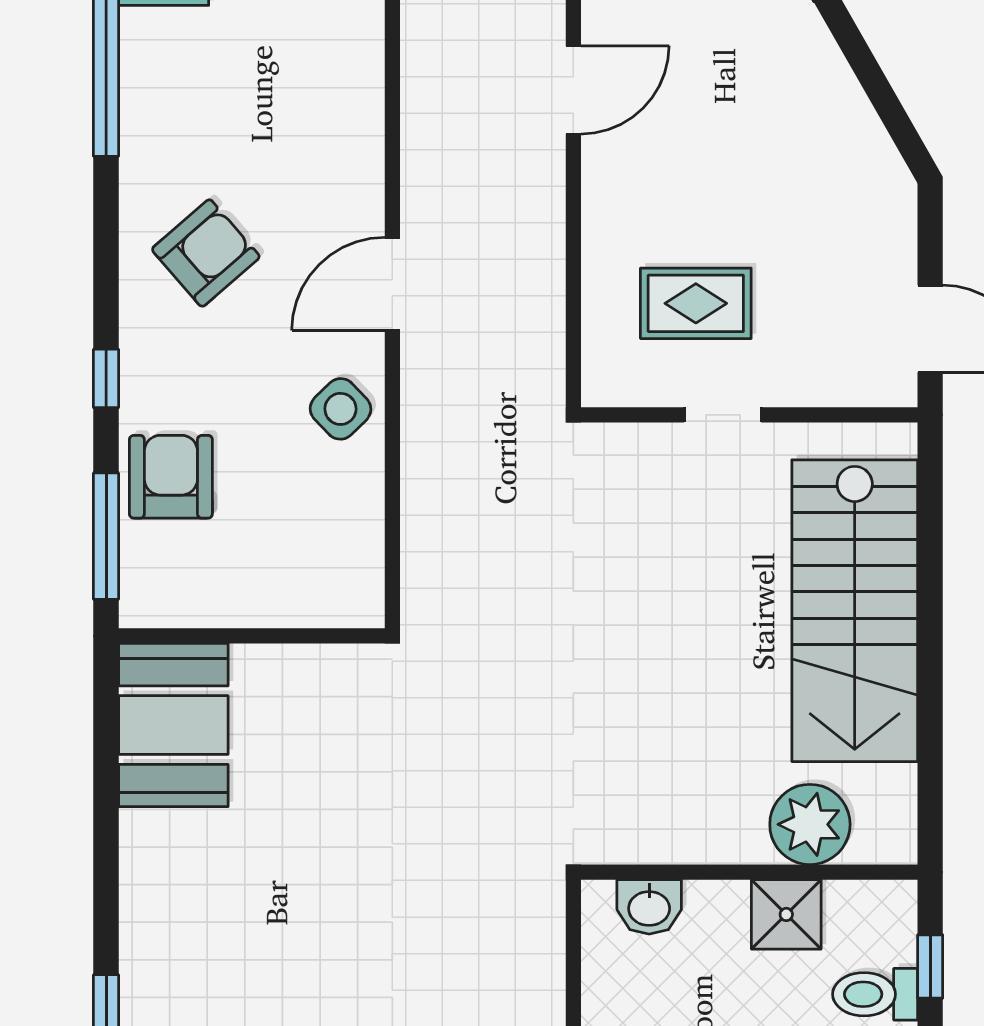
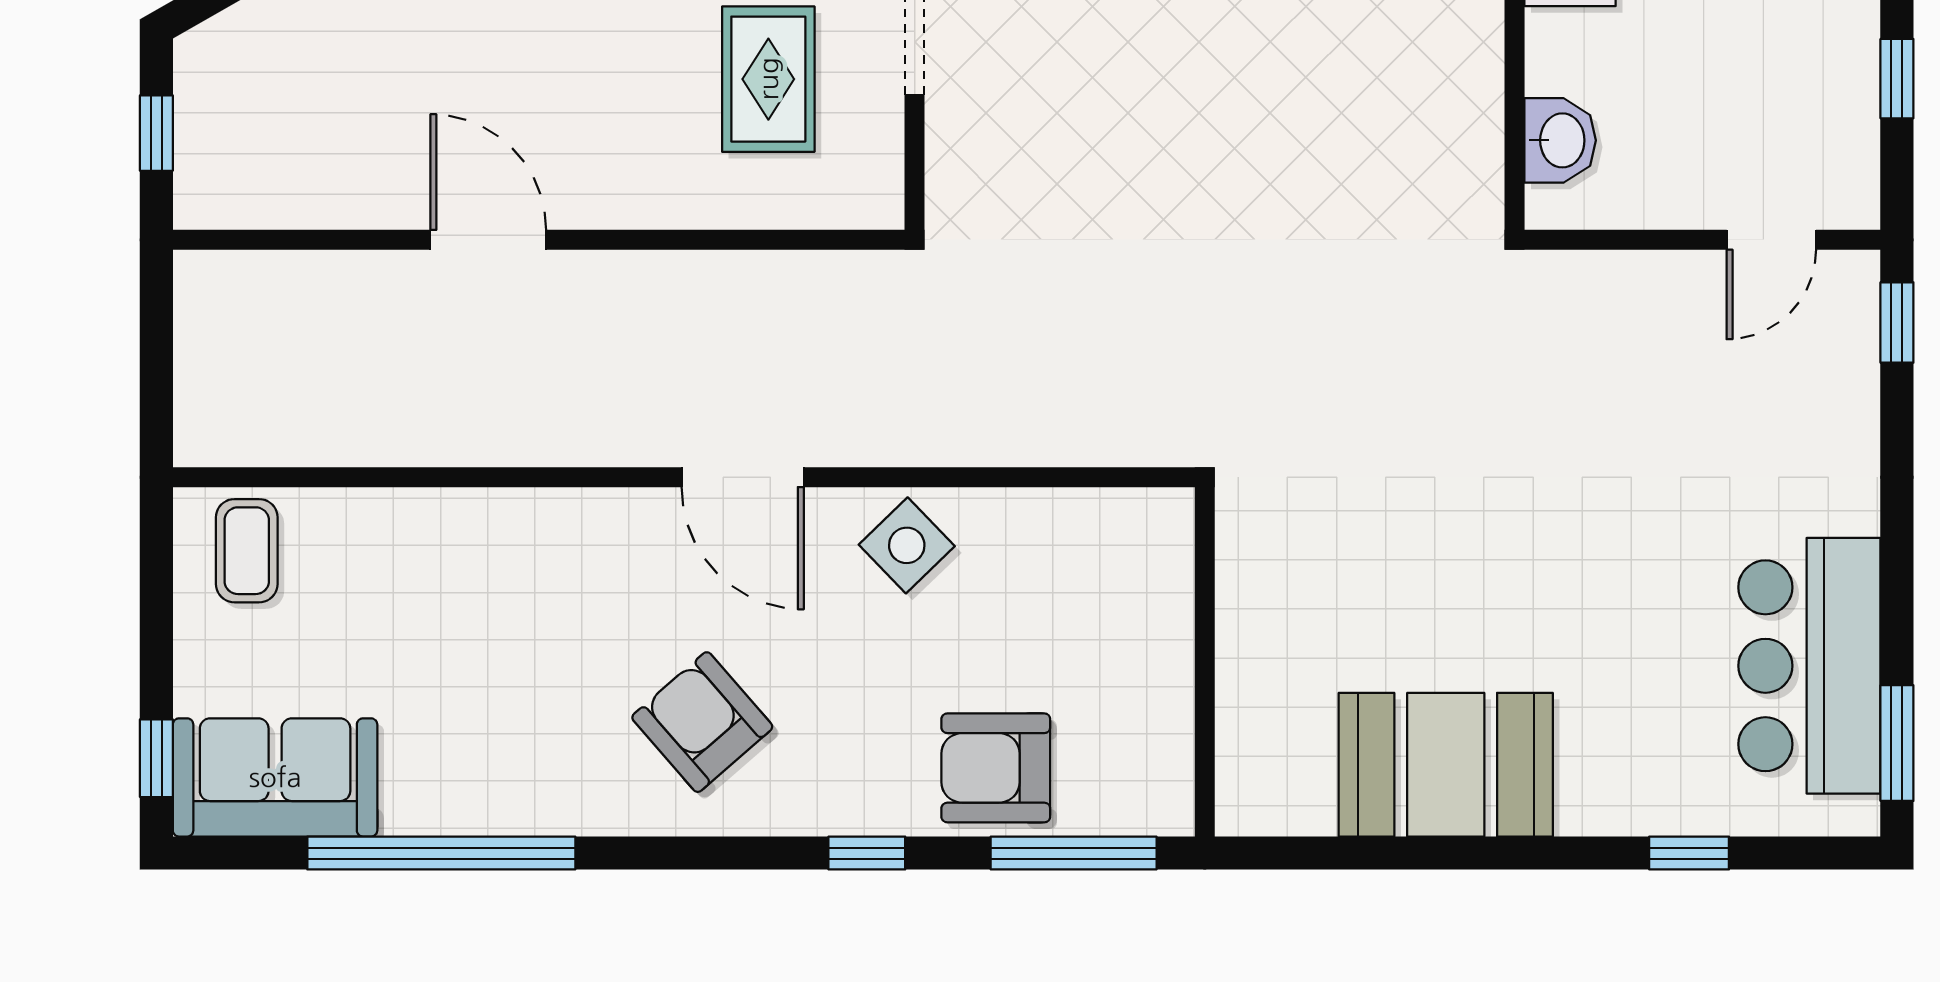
booth: (173, 725) -> (1446, 765), moved

